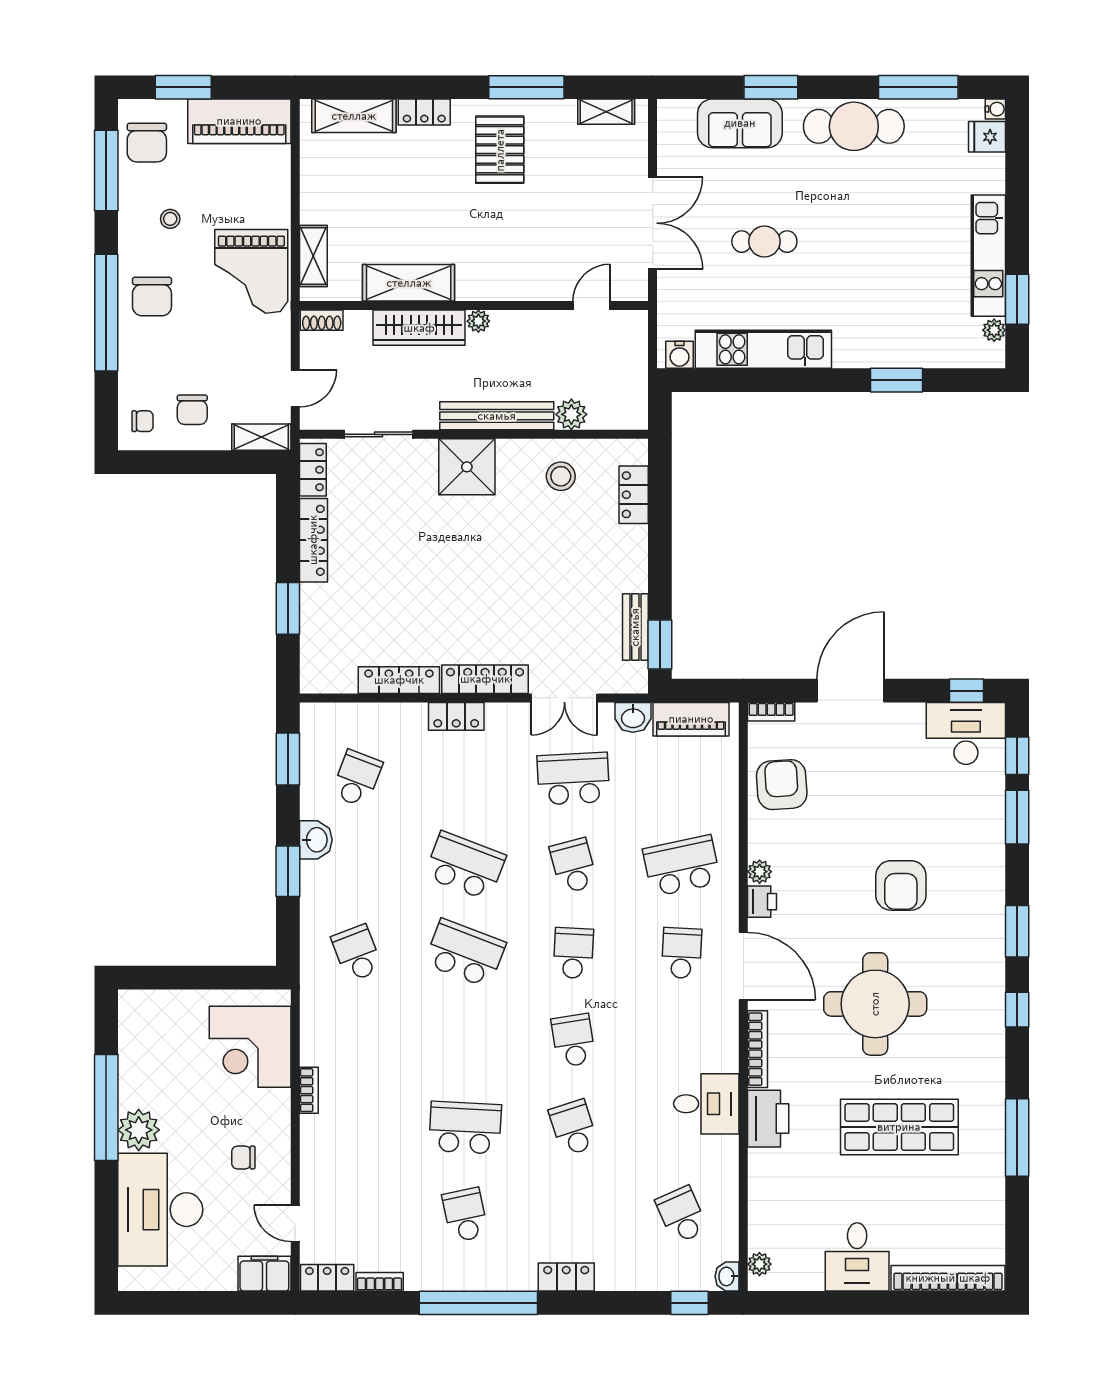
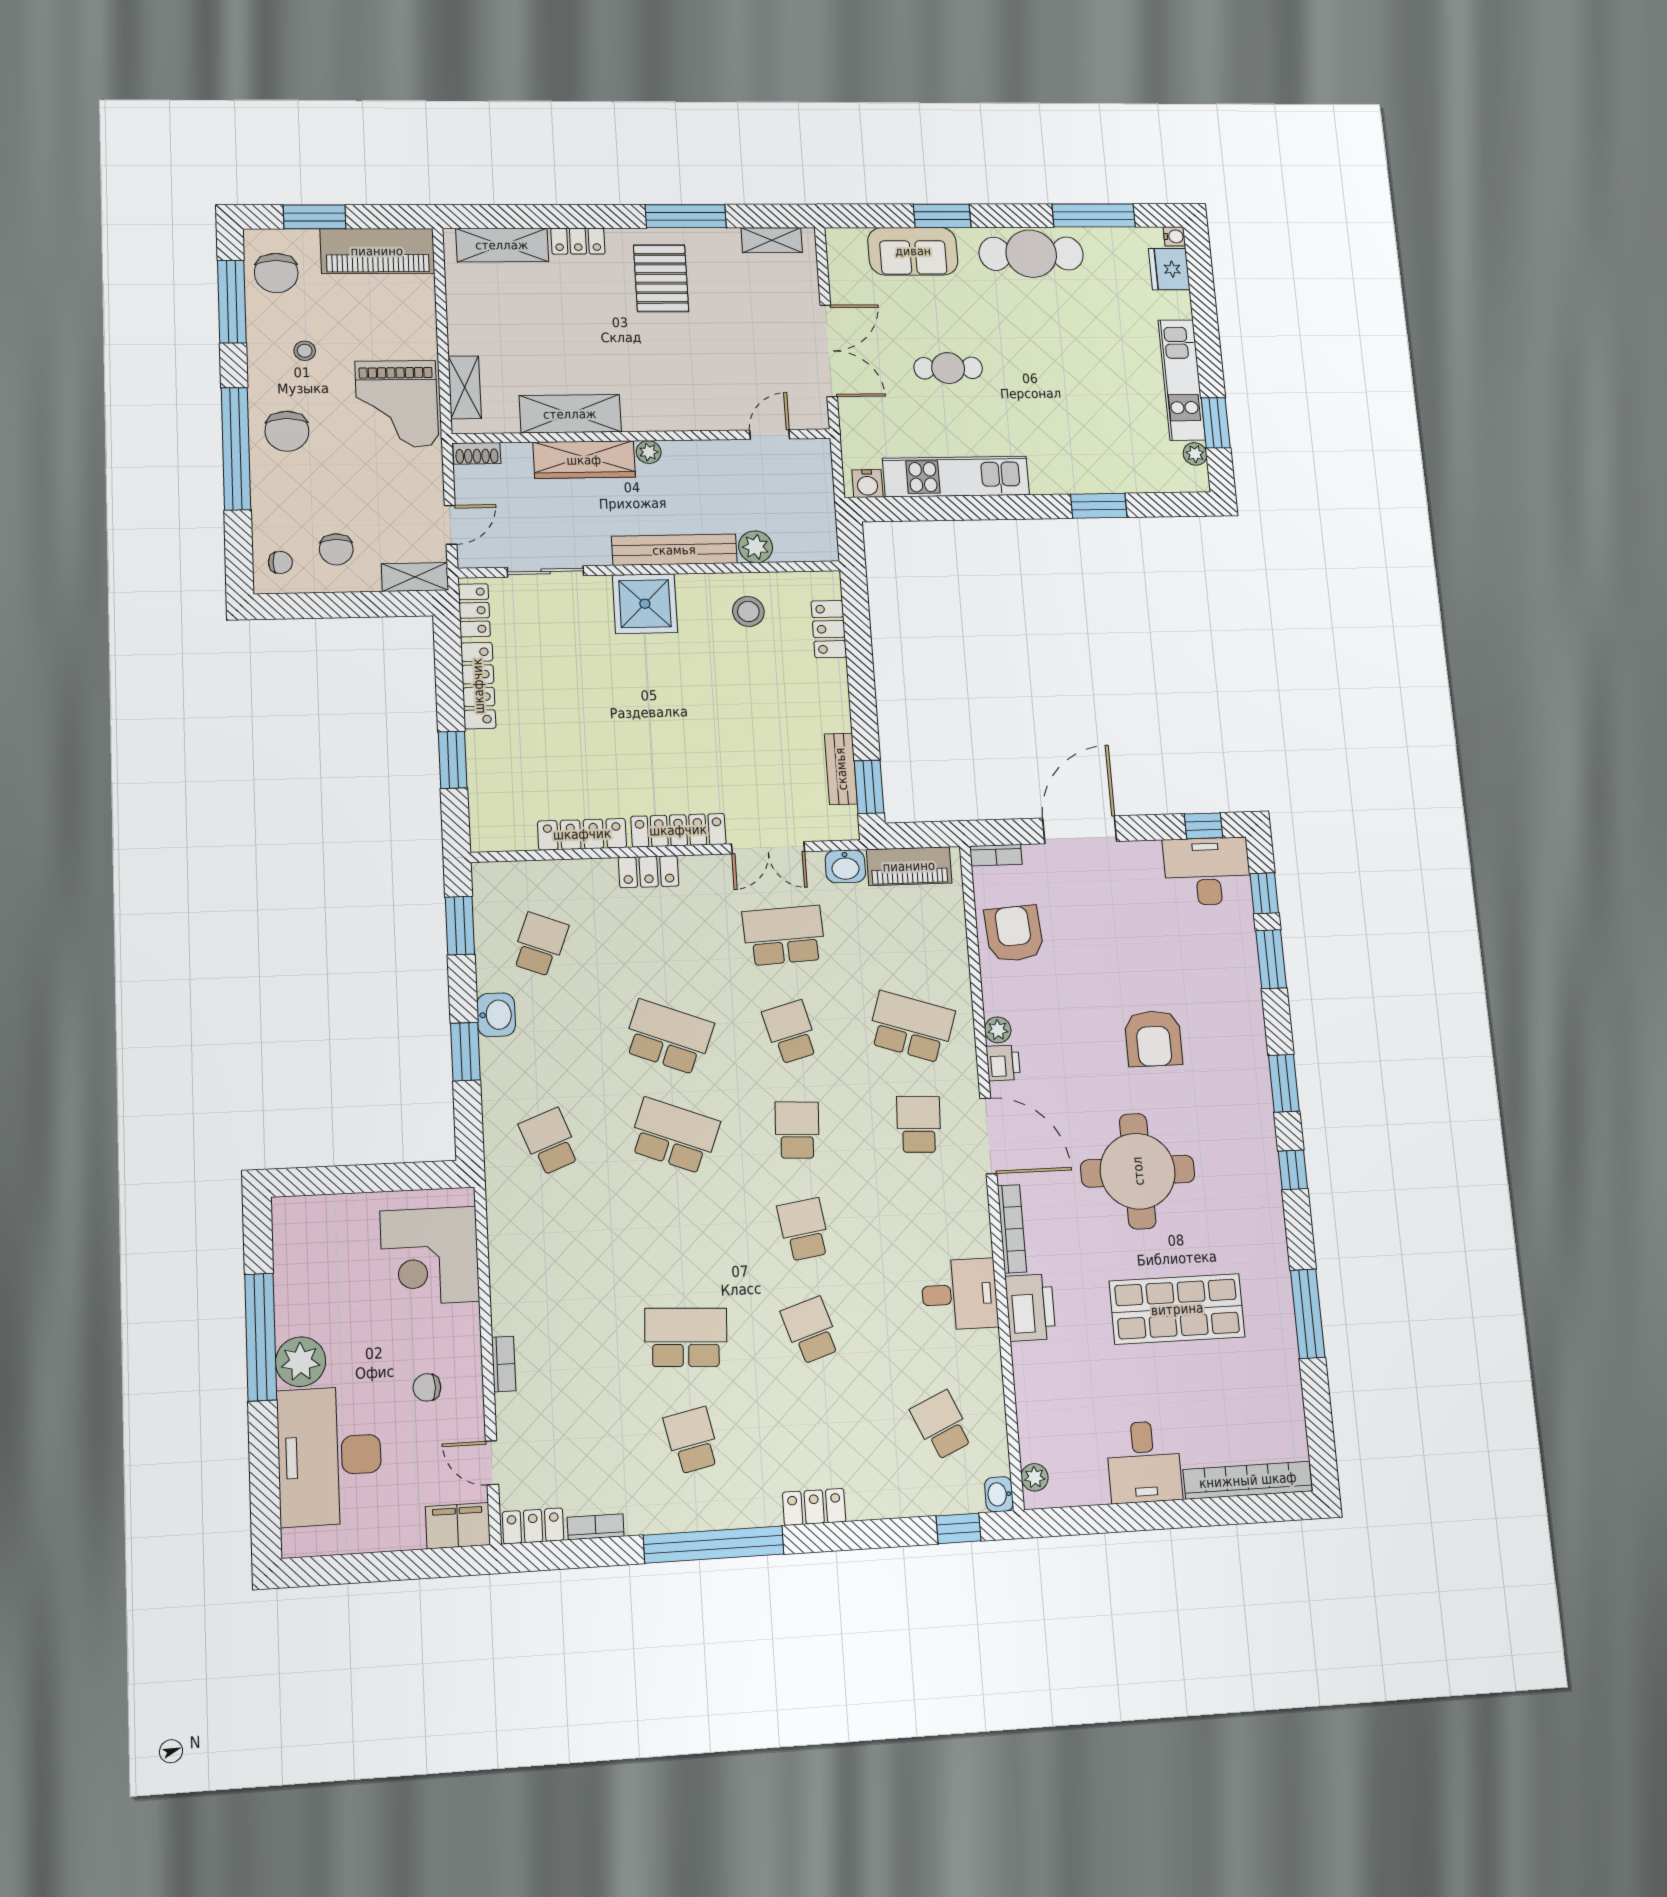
fridge: (987, 137) -> (1169, 269), width x1.38
school desk: (682, 866) -> (911, 1027), turned 30
bookcase: (309, 1090) -> (504, 1364), moved

